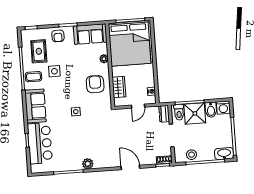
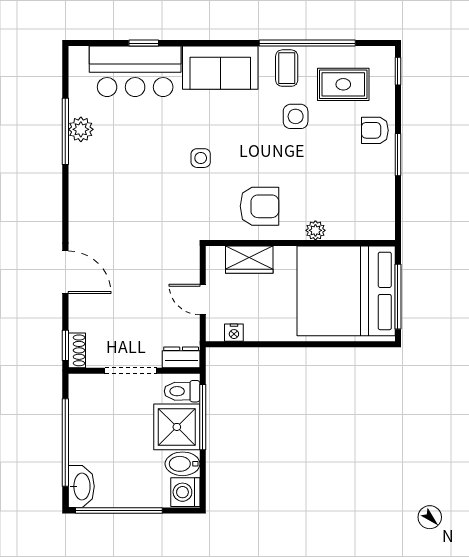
sofa: (90, 34) -> (374, 203), removed
stool: (191, 155) -> (84, 413), removed
plant: (88, 164) -> (81, 129), moved
door: (130, 167) -> (65, 272), hinge flipped

